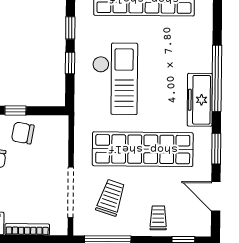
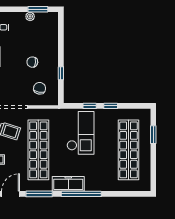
checkout: (115, 79) -> (80, 133), turned -90
chair: (23, 133) -> (40, 88), moved
window: (216, 149) -> (39, 194), width x1.44

